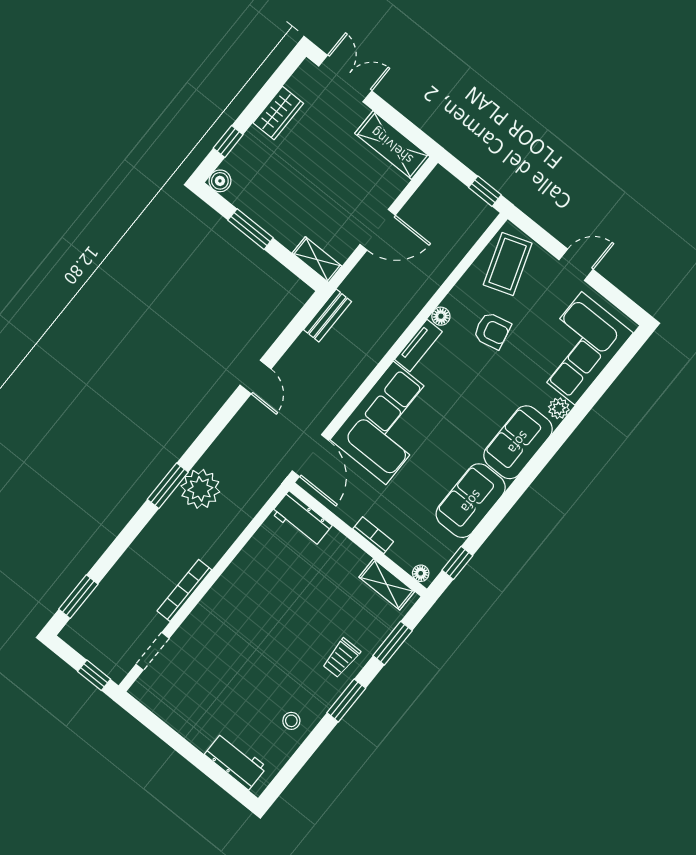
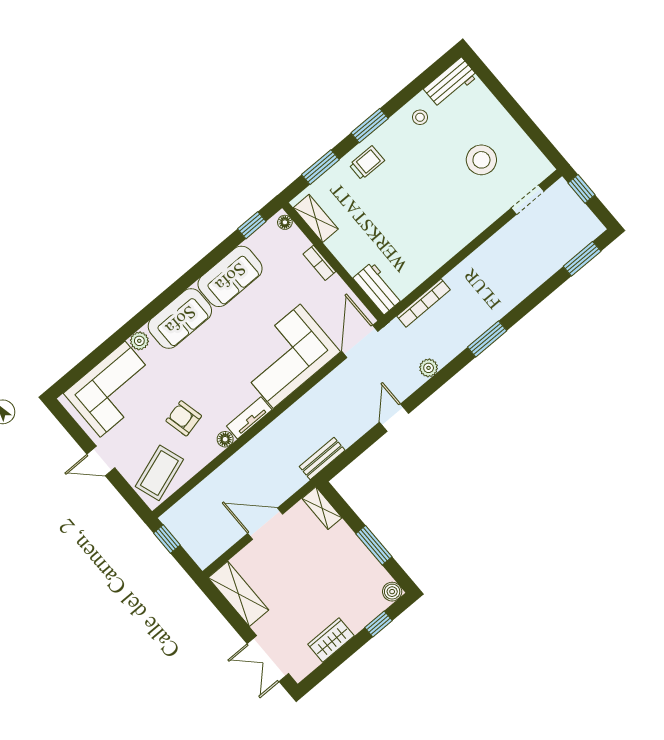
plant: (200, 489) -> (429, 368), moved, width x0.53, depth x0.53
bookcase: (184, 590) -> (423, 303), moved
stool: (213, 686) -> (481, 160), added
workbench: (236, 761) -> (451, 83), moved, turned -90

